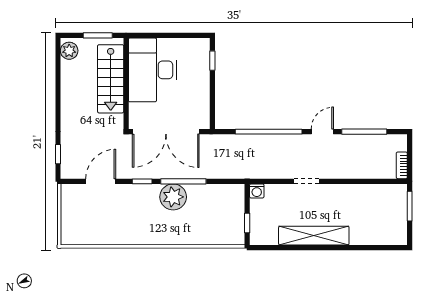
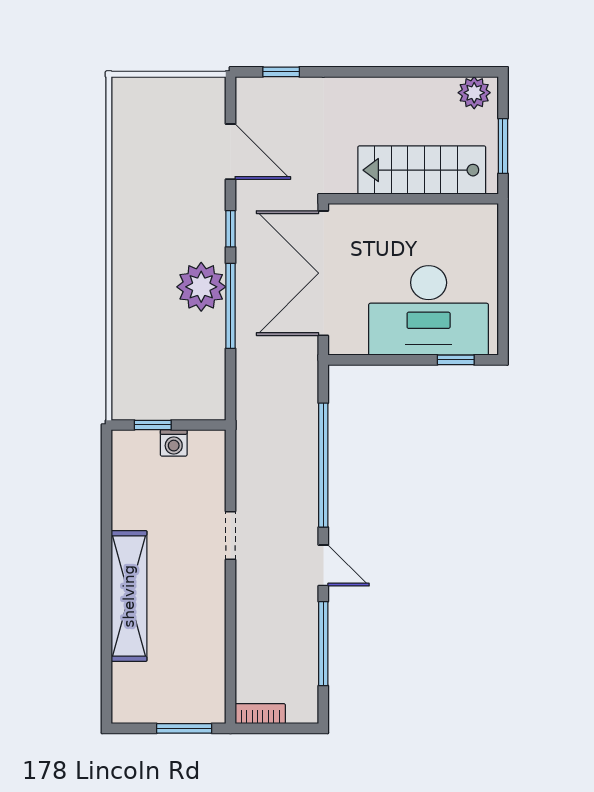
desk: (153, 70) -> (429, 310), moved, turned 180
washing machine: (257, 191) -> (174, 443), moved, turned -90
shelving: (314, 236) -> (129, 596), moved

